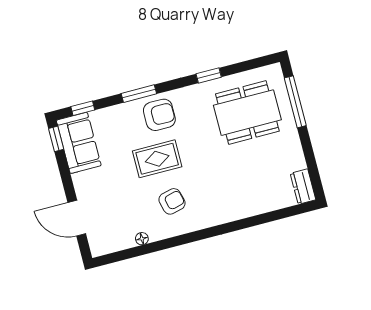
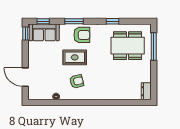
sofa: (79, 143) -> (44, 32), moved, turned 90

